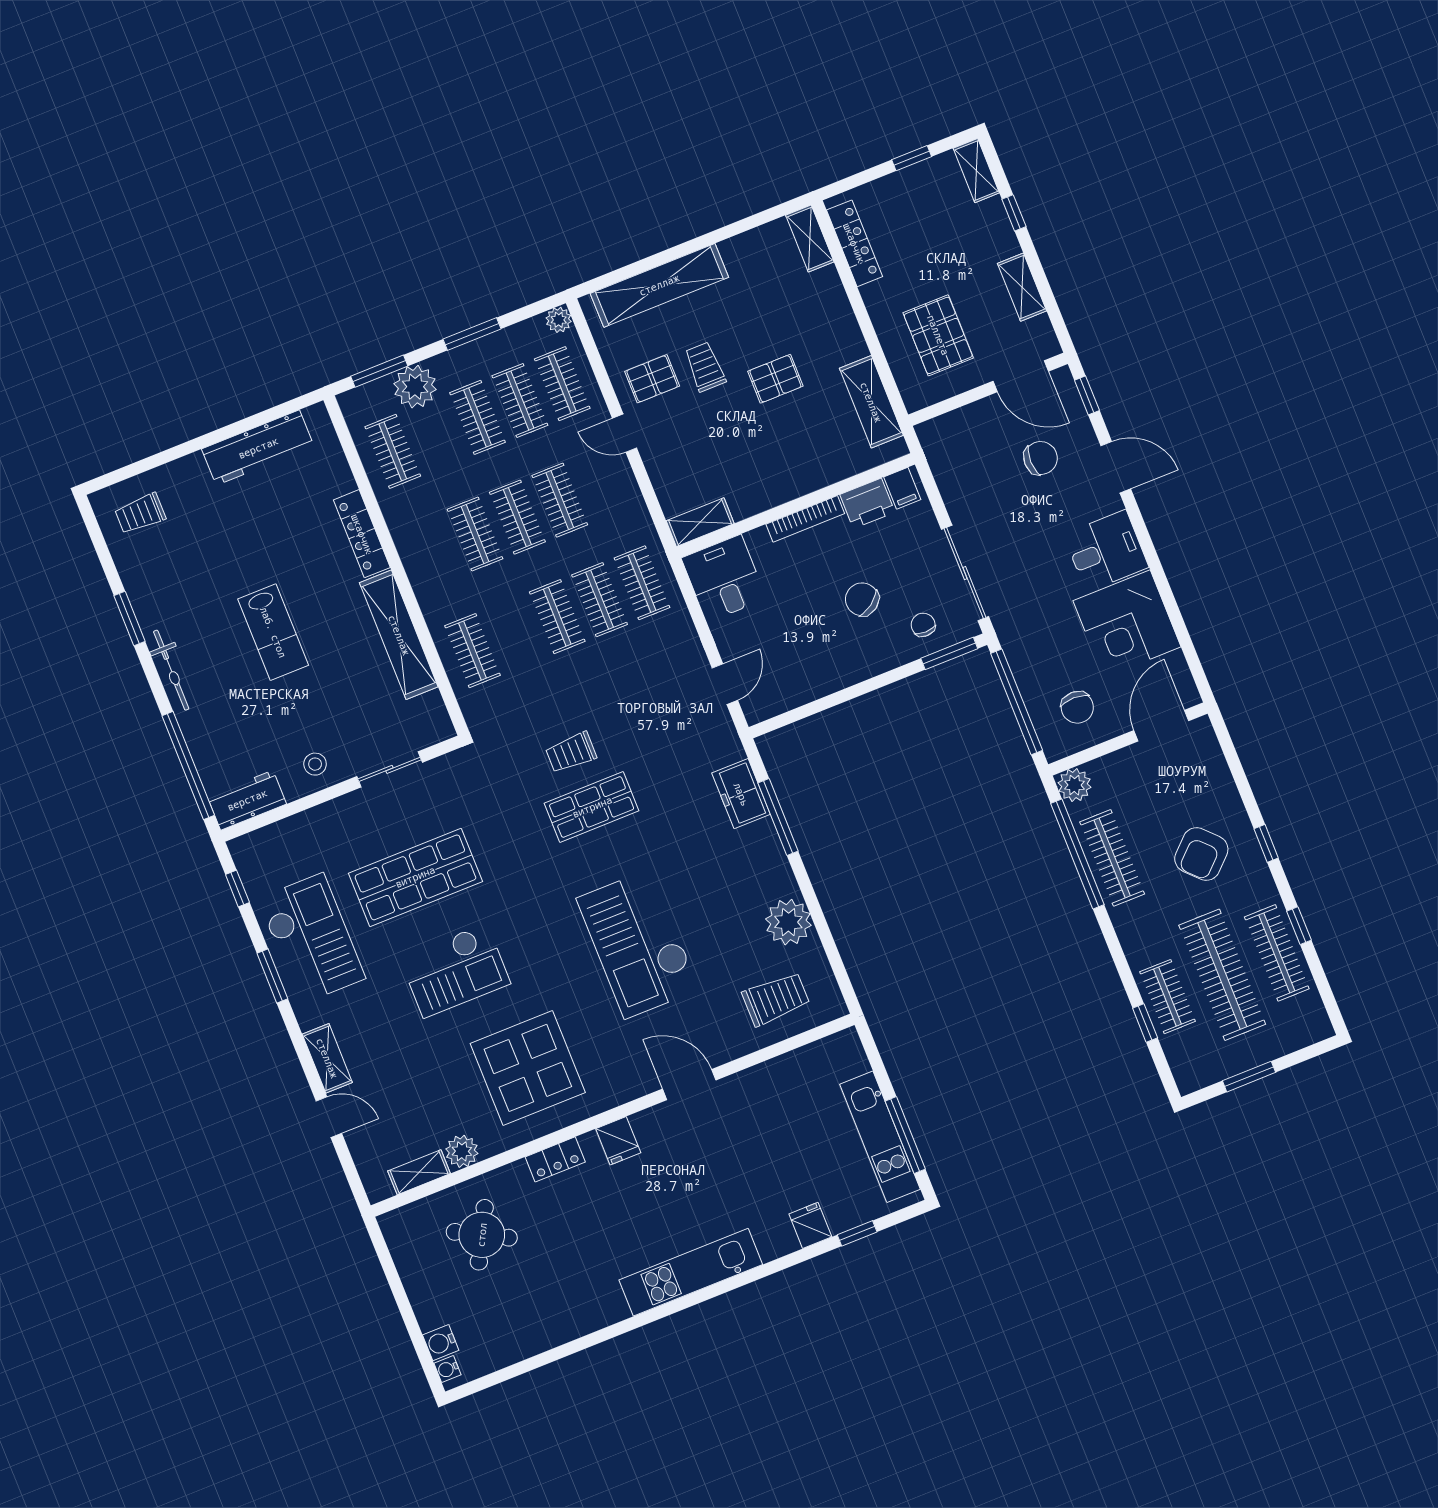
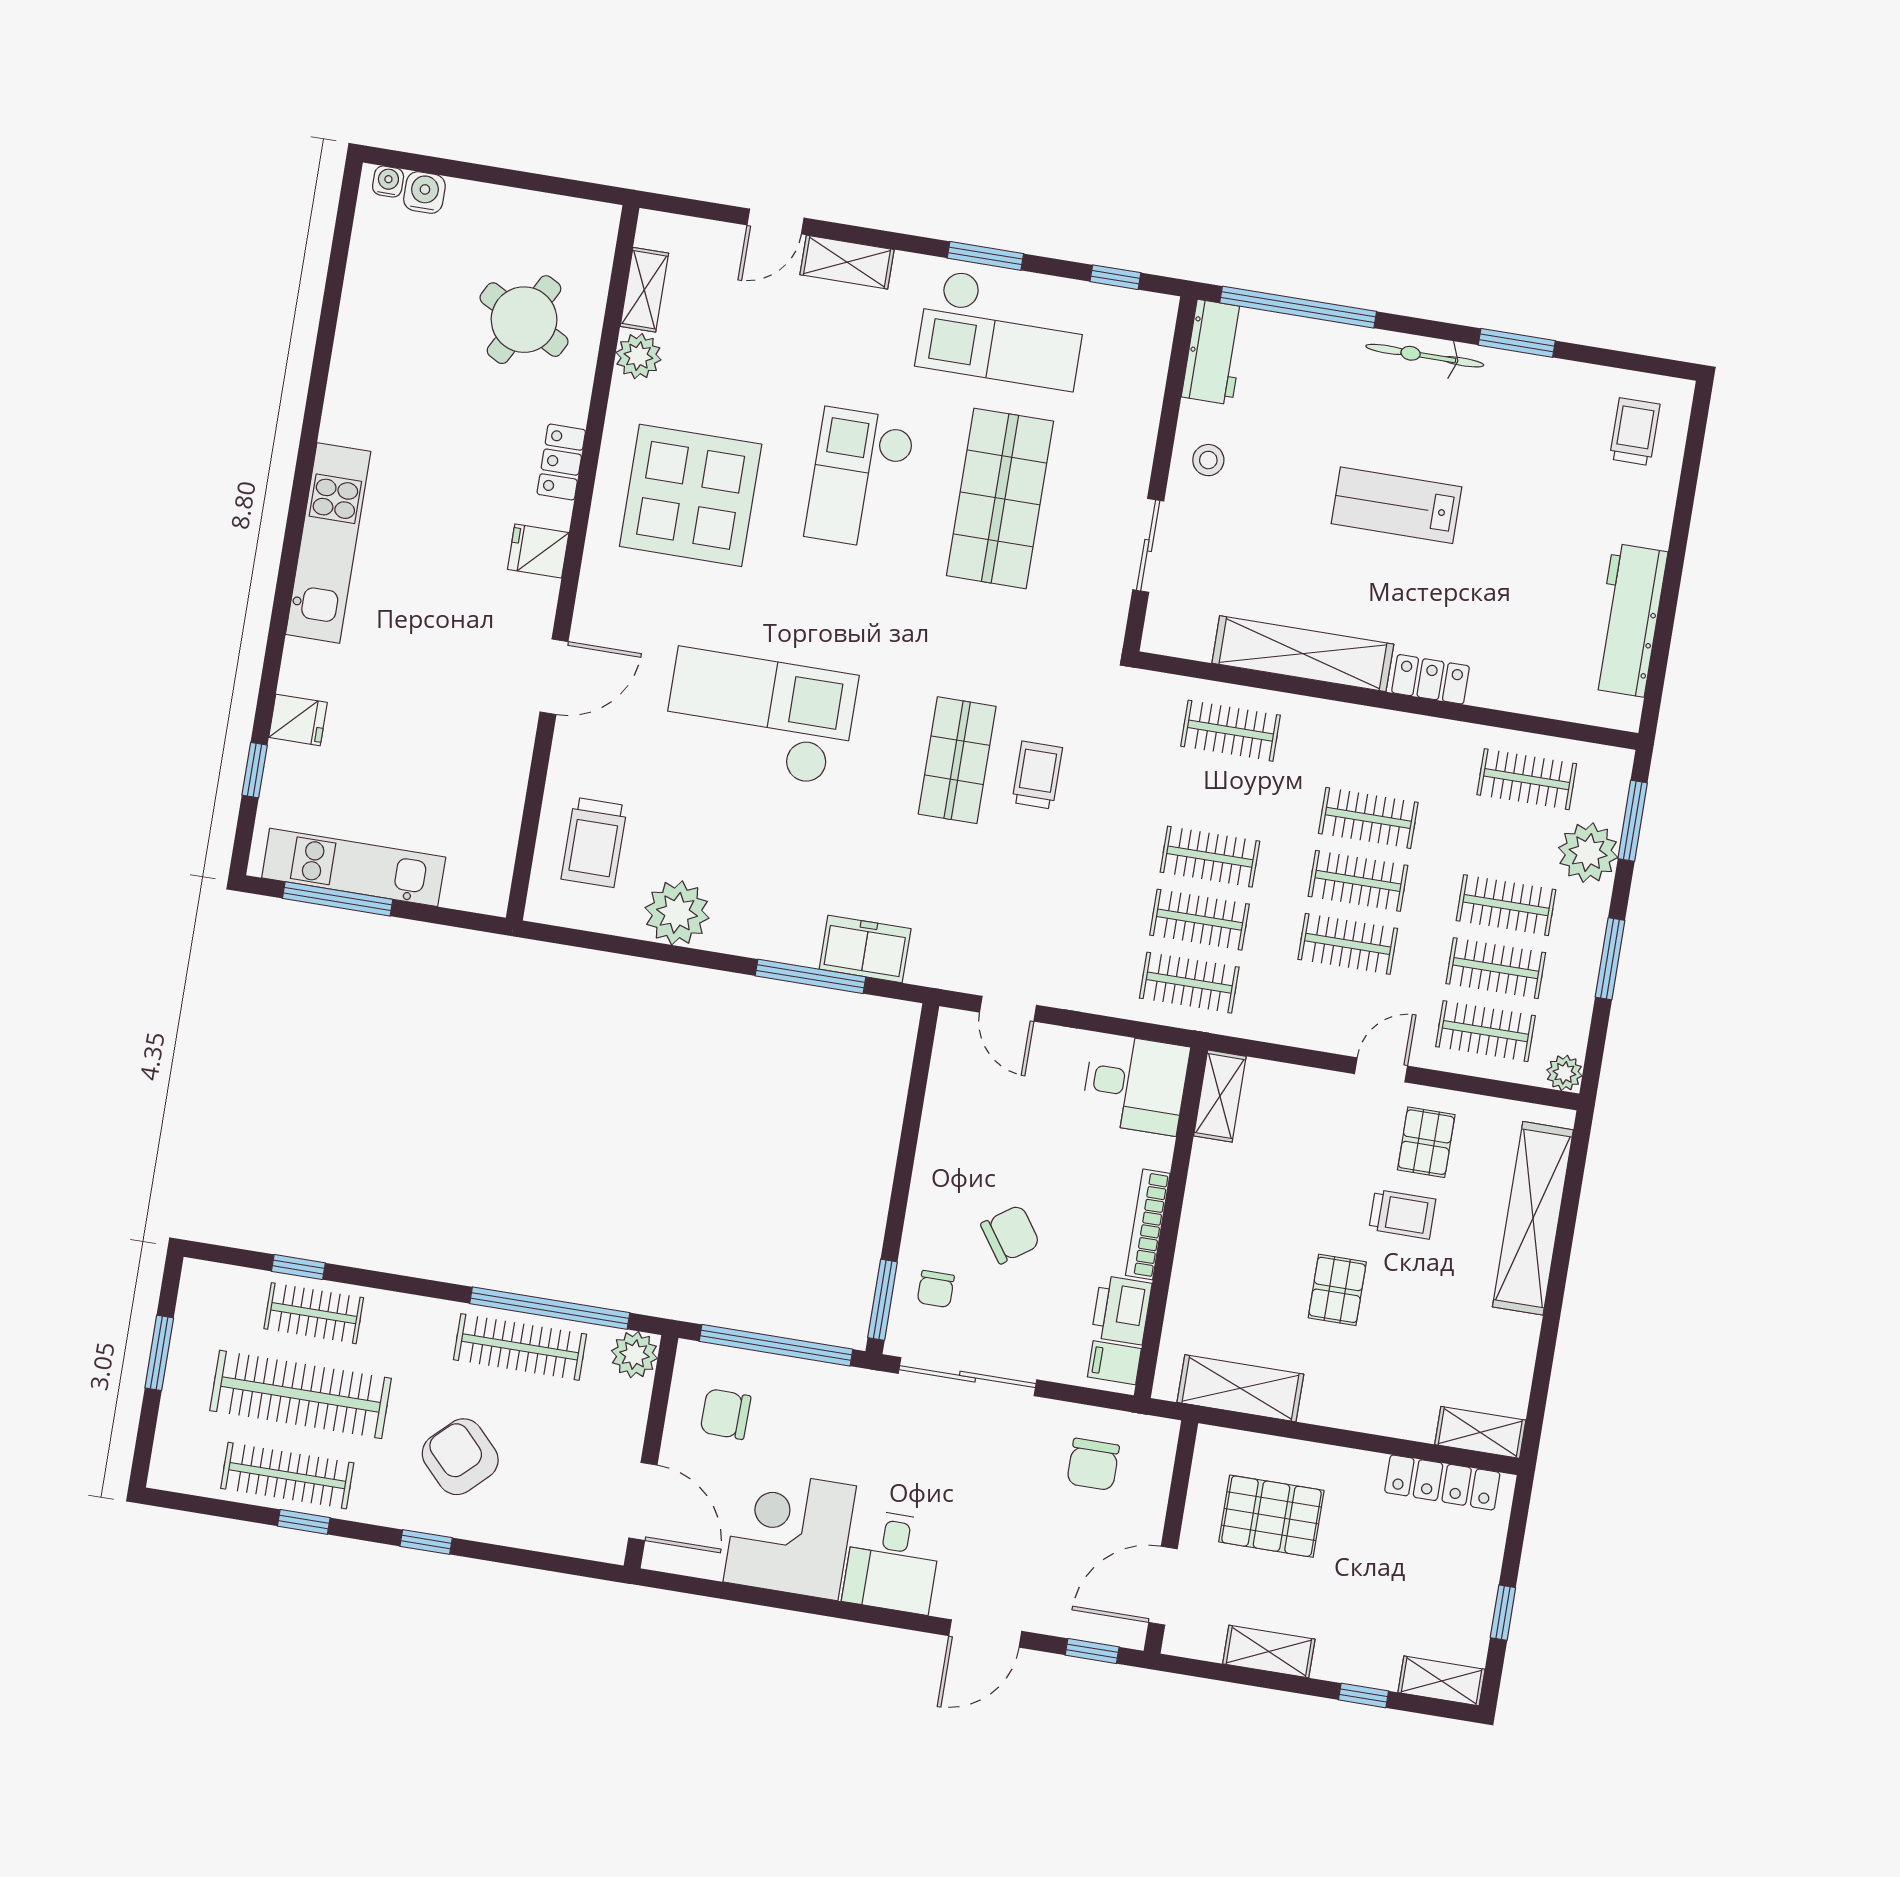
chair: (1041, 458) -> (1093, 1464), moved
locker: (362, 534) -> (1431, 679), width x0.66
chair: (923, 625) -> (936, 1289), turned 90

